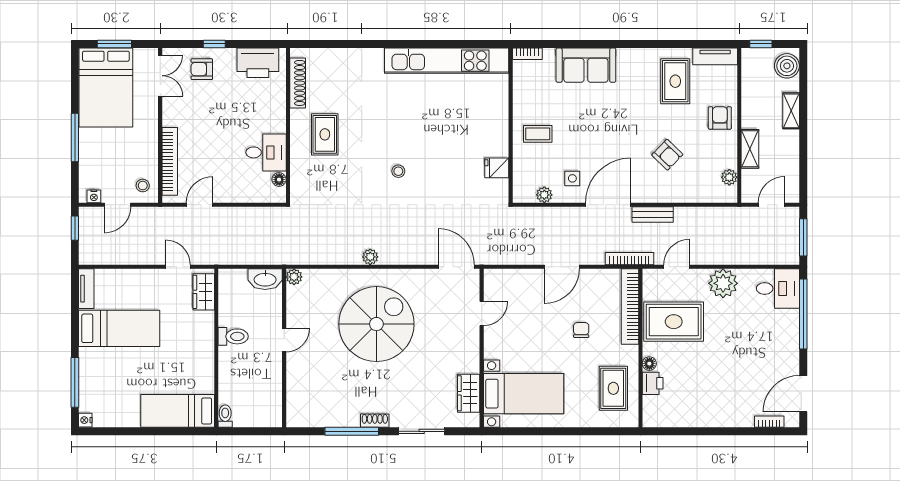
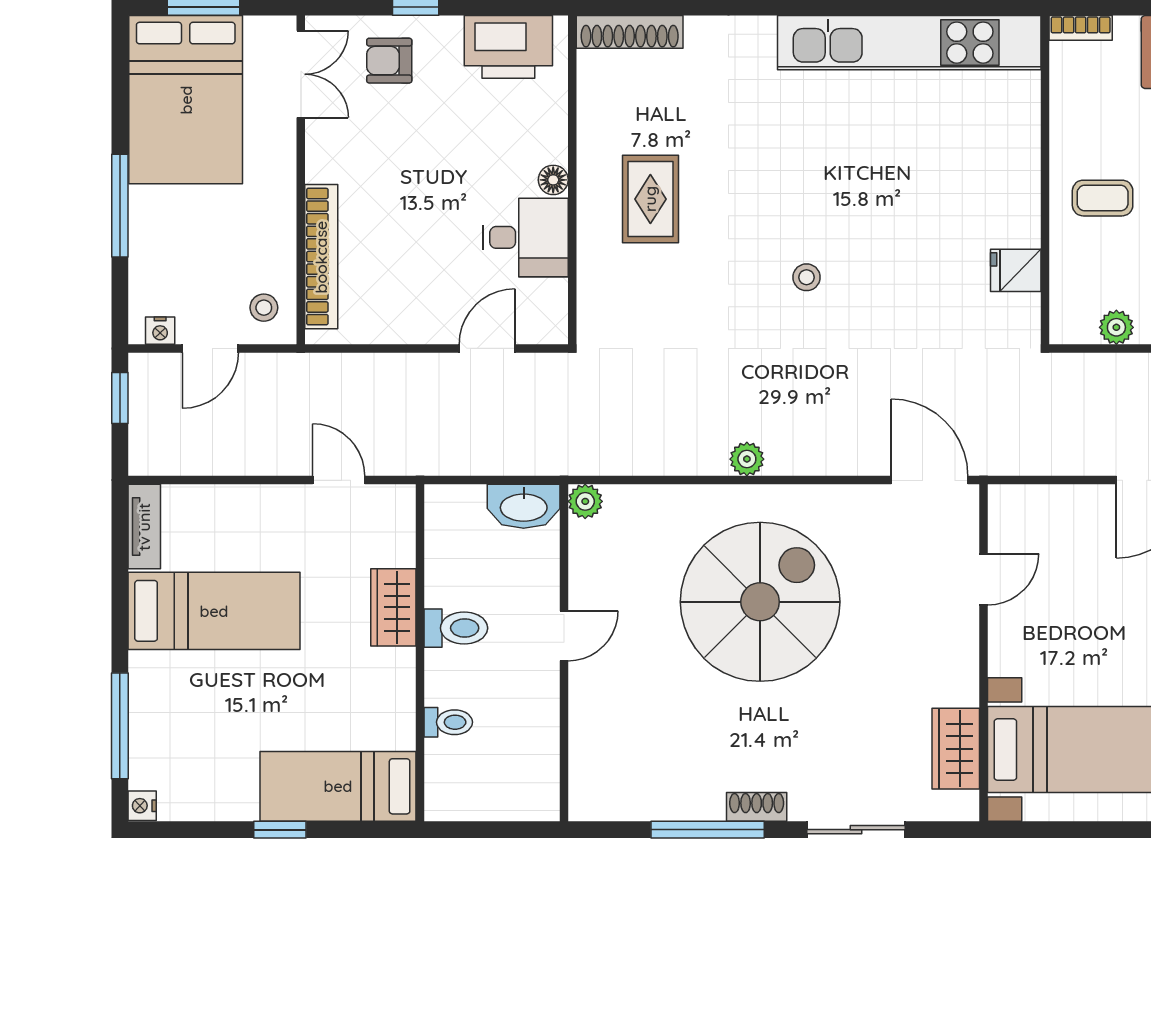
shoe rack: (298, 83) -> (630, 32), moved, turned 90
floor lamp: (279, 180) -> (553, 180), moved
door: (199, 205) -> (487, 348), moved
wardrobe: (204, 292) -> (393, 607), moved
toilet: (225, 416) -> (448, 722), moved, turned 90
window: (150, 431) -> (280, 830), added

